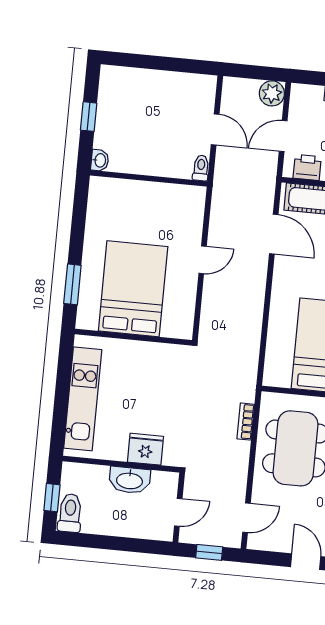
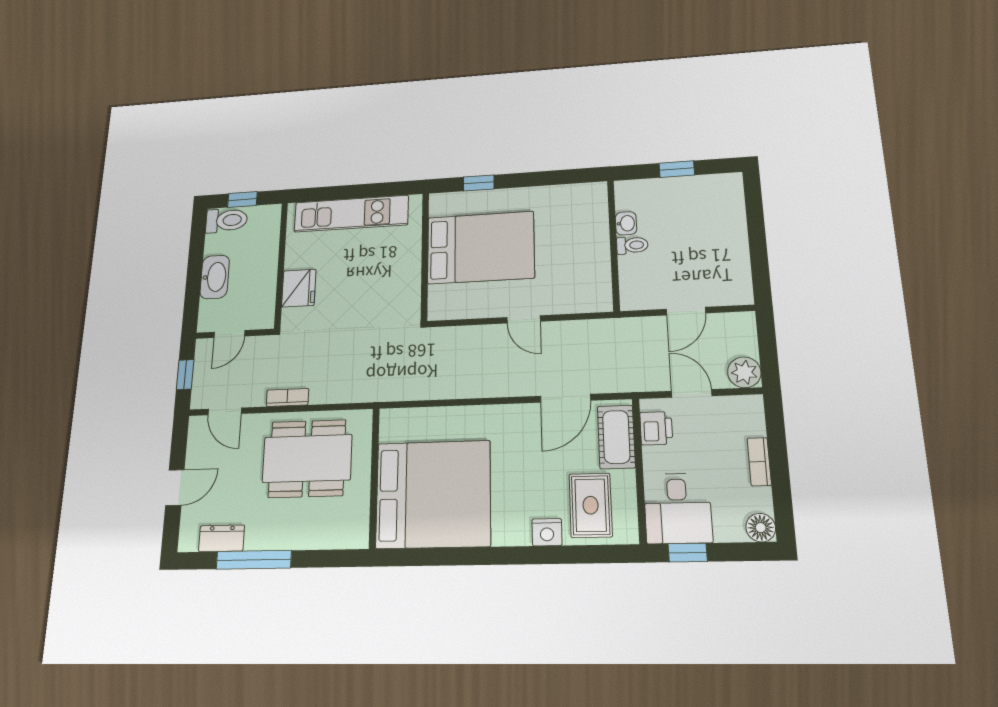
washbasin: (100, 160) -> (626, 223), moved, turned -90
toilet: (201, 168) -> (632, 245), moved
window: (72, 284) -> (479, 183), width x0.67
bookcase: (246, 422) -> (287, 397), moved
washbasin: (130, 480) -> (215, 277), moved, turned 180
door: (178, 512) -> (229, 334), hinge flipped

